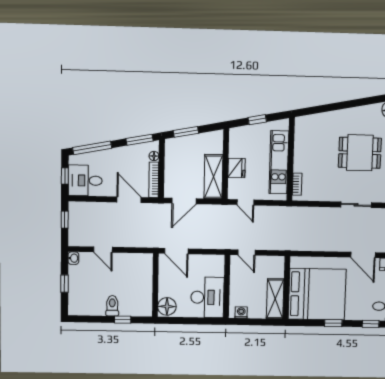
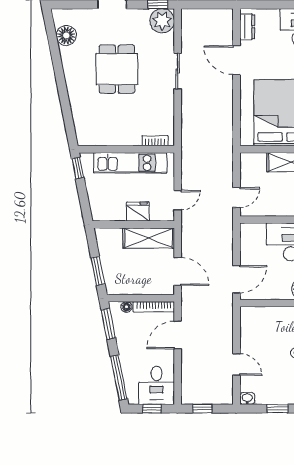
window: (257, 120) -> (78, 168), moved
door: (103, 250) -> (237, 364), hinge flipped
door: (363, 255) -> (237, 60), swing flipped

